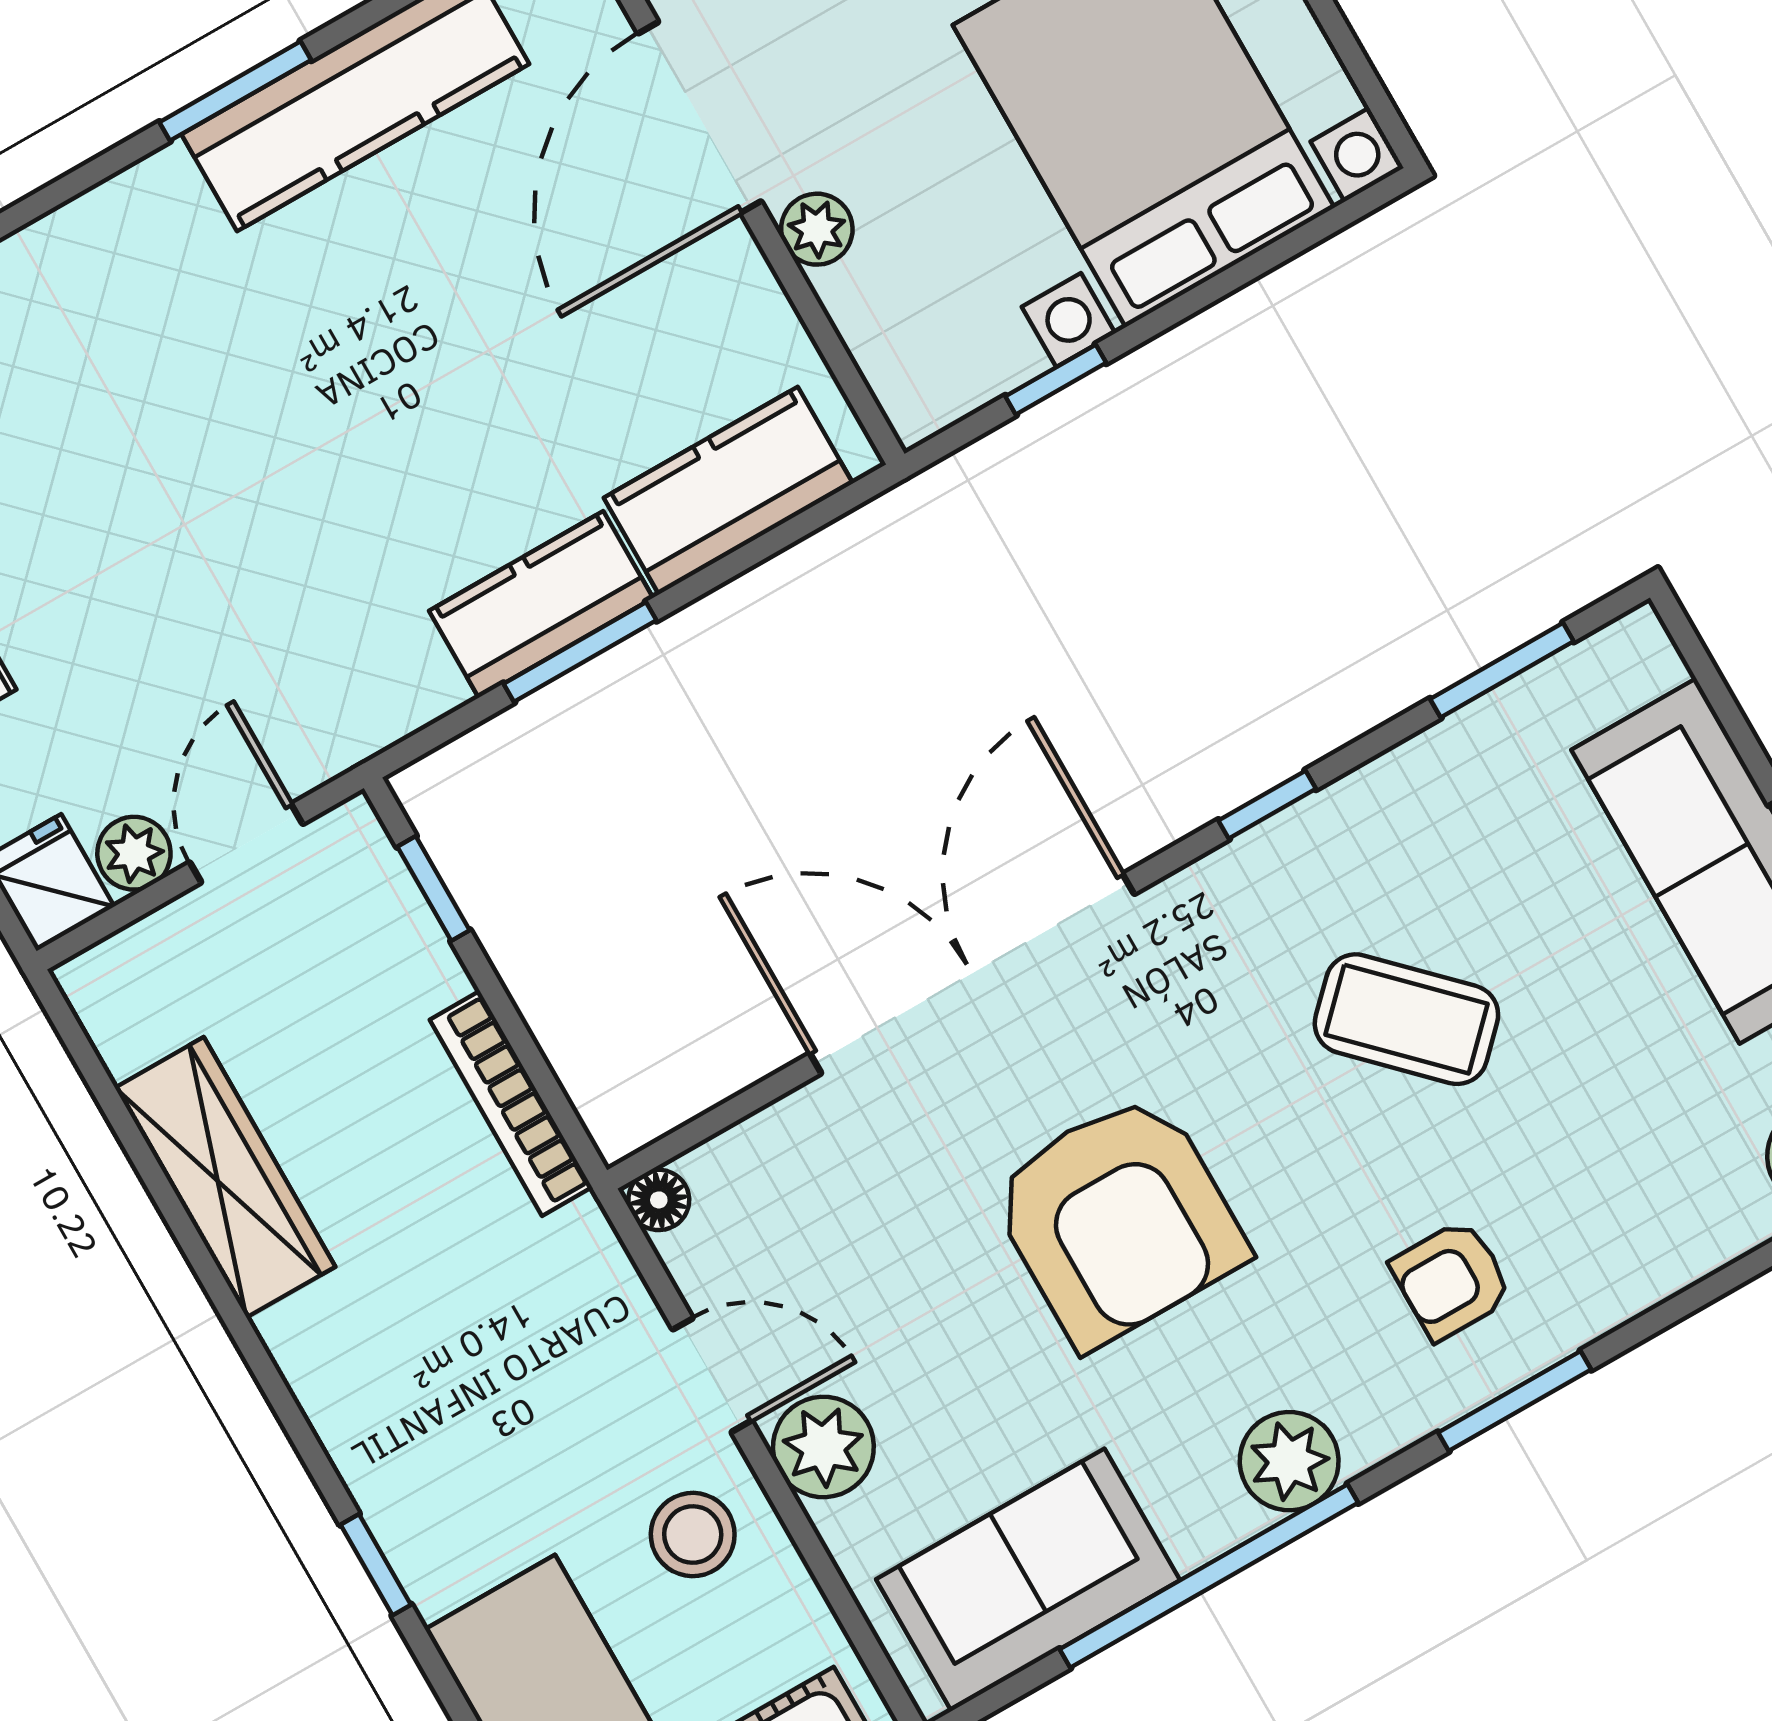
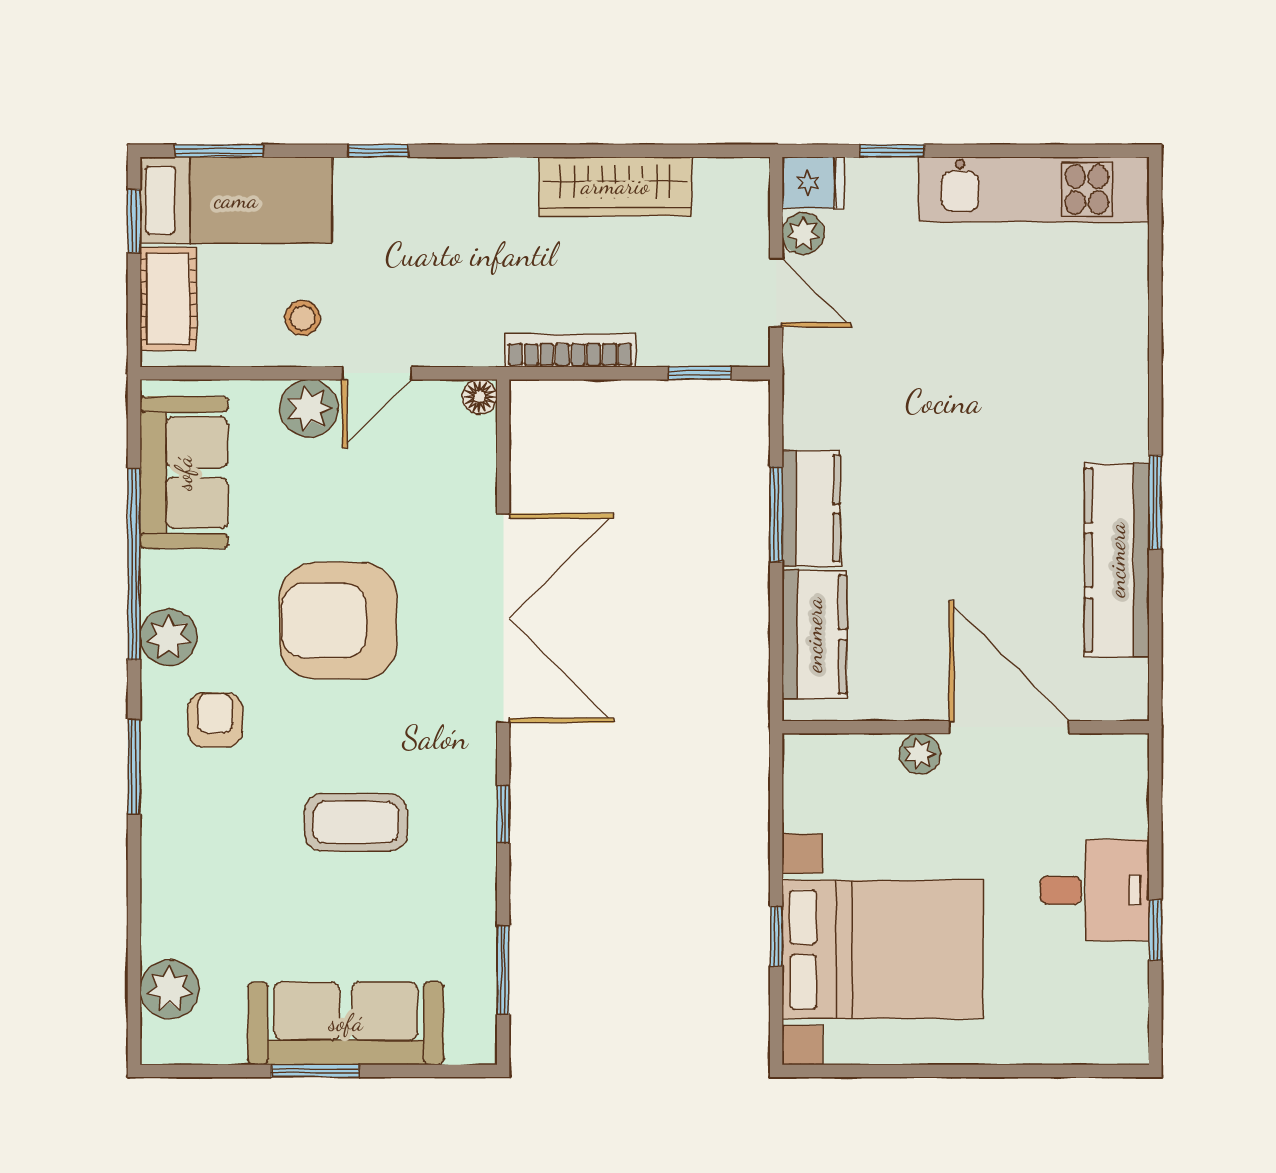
window: (1056, 380) -> (776, 936), moved
coffee table: (1406, 1019) -> (356, 822), turned 45
armchair: (1452, 1280) -> (215, 720), moved
stool: (693, 1535) -> (303, 318), width x0.73, depth x0.73

